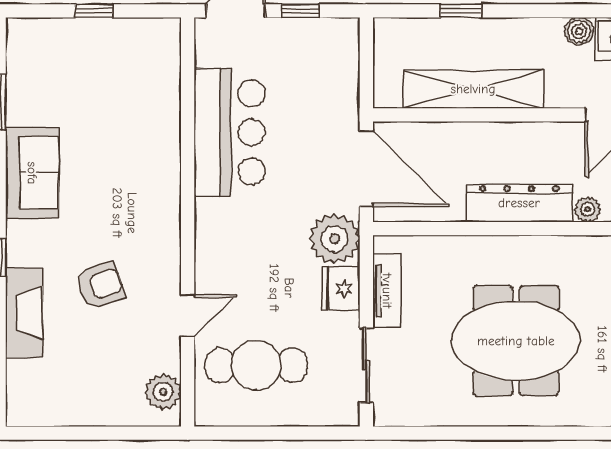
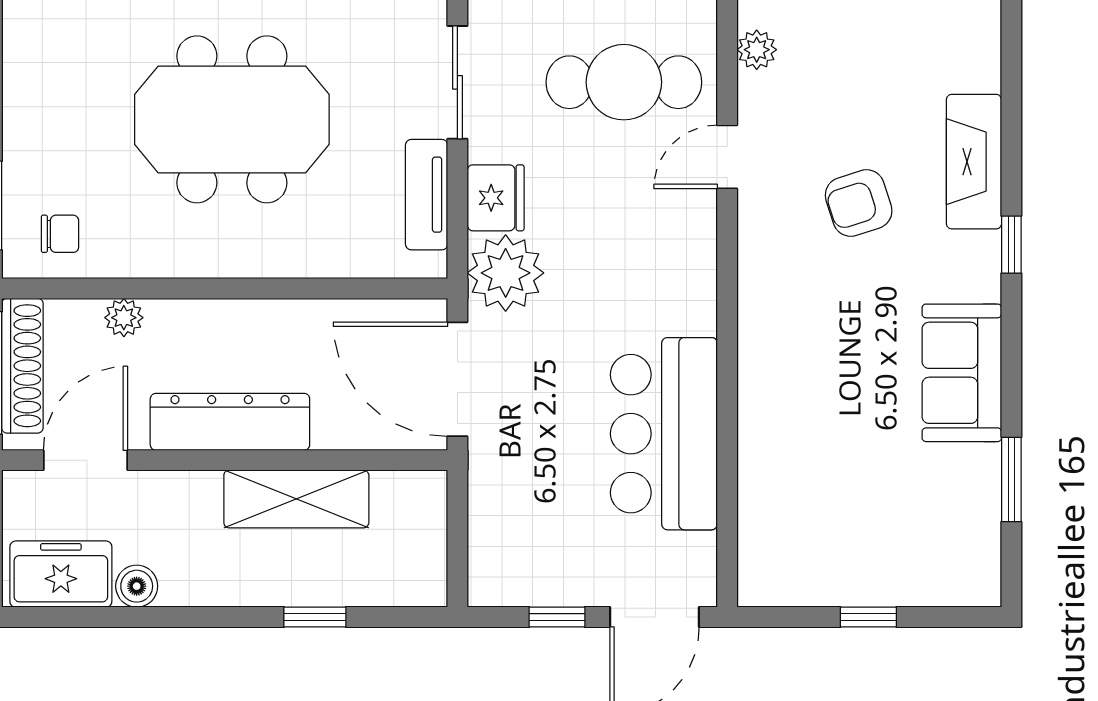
shelving: (473, 89) -> (296, 499), width x0.68
dresser: (519, 203) -> (230, 422), moved, turned 180
plant: (163, 392) -> (757, 50), width x0.73, depth x0.73

